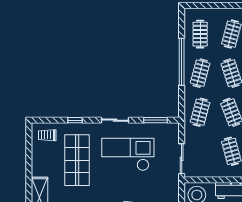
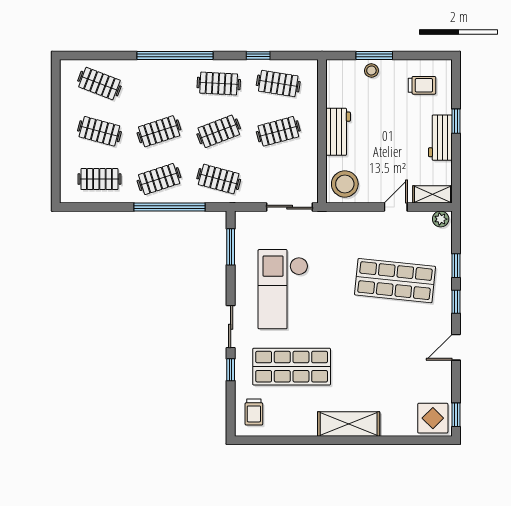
window: (182, 62) -> (169, 207), moved
clothes rail: (200, 73) -> (159, 179), turned -33
sliding door: (115, 120) -> (231, 327), moved

